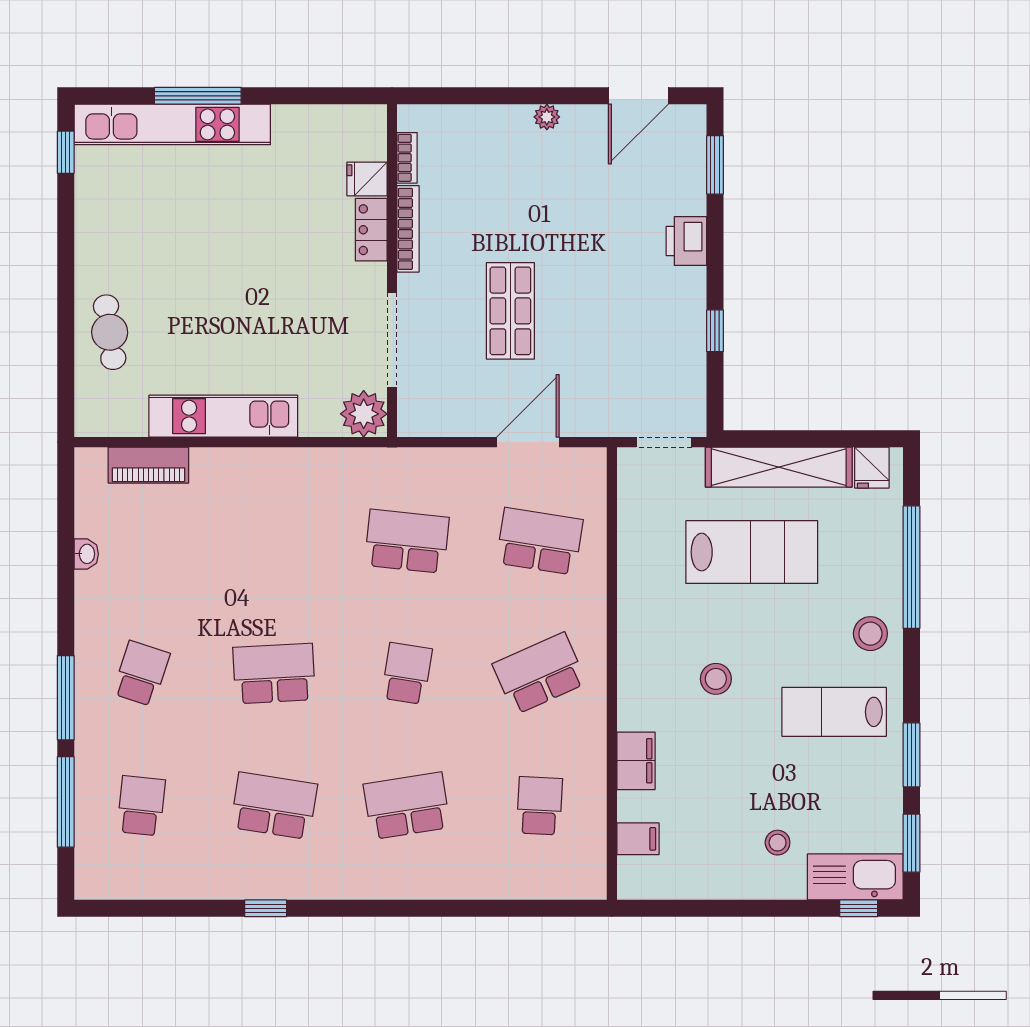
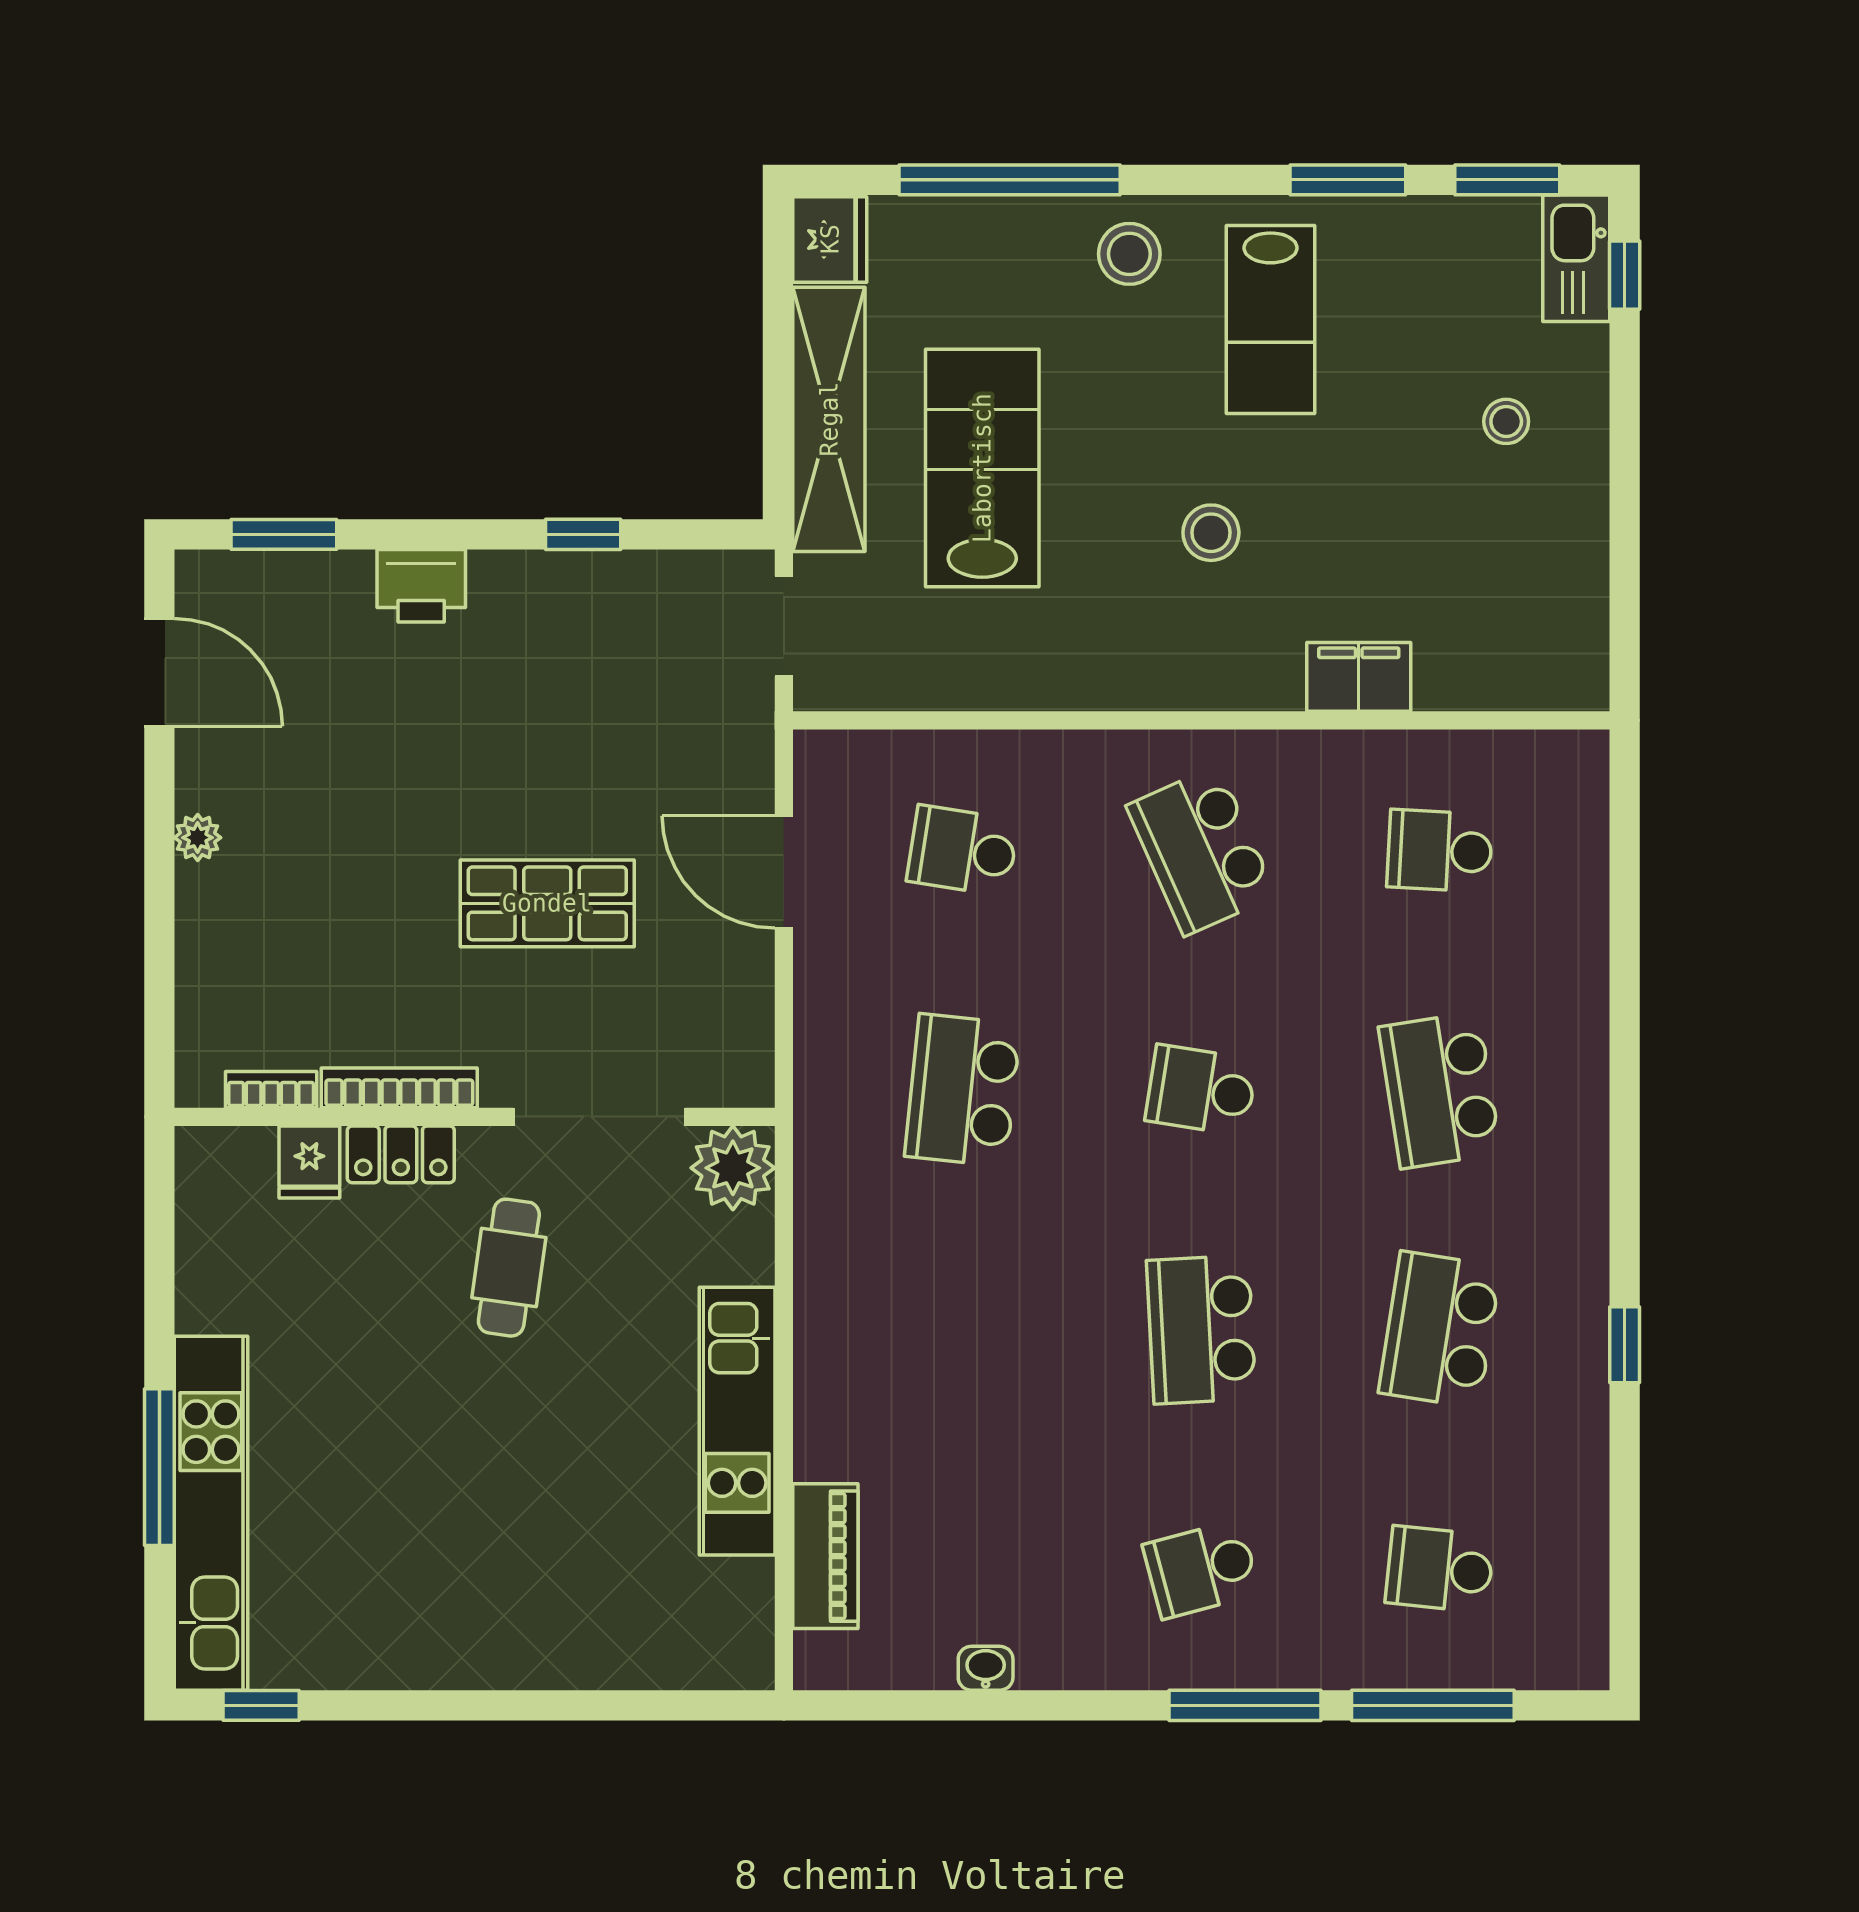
cafe table: (110, 332) -> (509, 1268), moved, turned -74
fridge: (872, 468) -> (830, 239), width x1.38
school desk: (540, 541) -> (963, 851), width x0.54
school desk: (141, 673) -> (1201, 1569), turned -33
filing cabinet: (638, 839) -> (1499, 673), removed
kitchen sink: (855, 877) -> (1576, 258), width x0.73, depth x0.81

